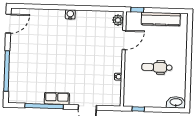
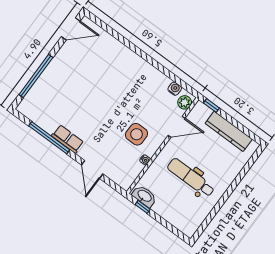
water cooler: (70, 14) -> (175, 89), moved
side table: (101, 63) -> (137, 134), added
dental chair: (157, 67) -> (191, 178), width x1.36, depth x1.38
washbasin: (176, 102) -> (144, 196), moved

